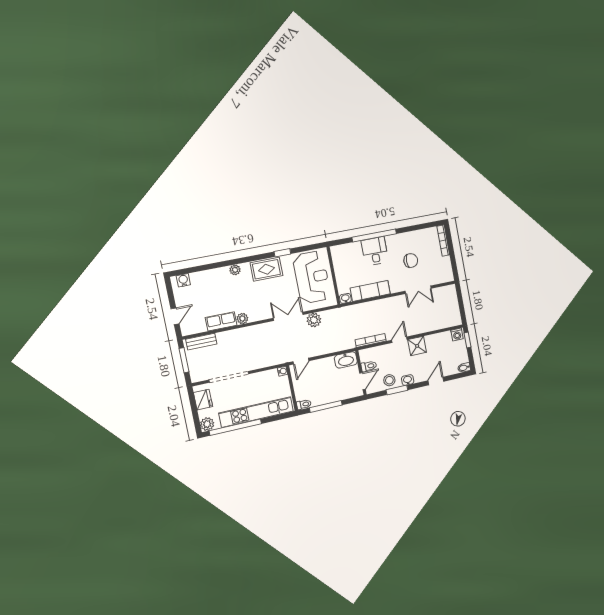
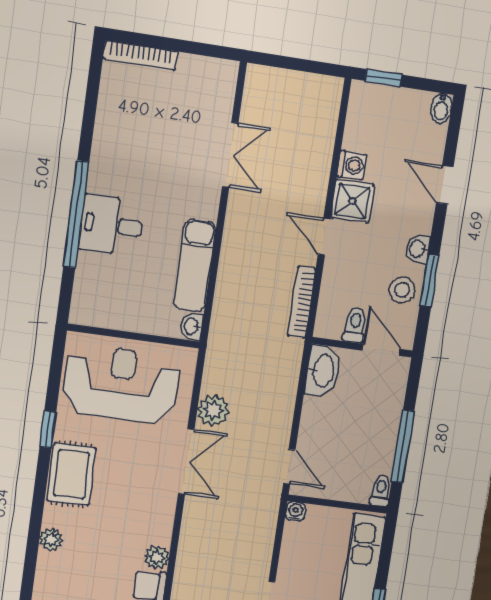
chair: (411, 261) -> (160, 149), removed
double door: (288, 316) -> (186, 462), swing flipped
washing machine: (457, 334) -> (352, 165), moved

